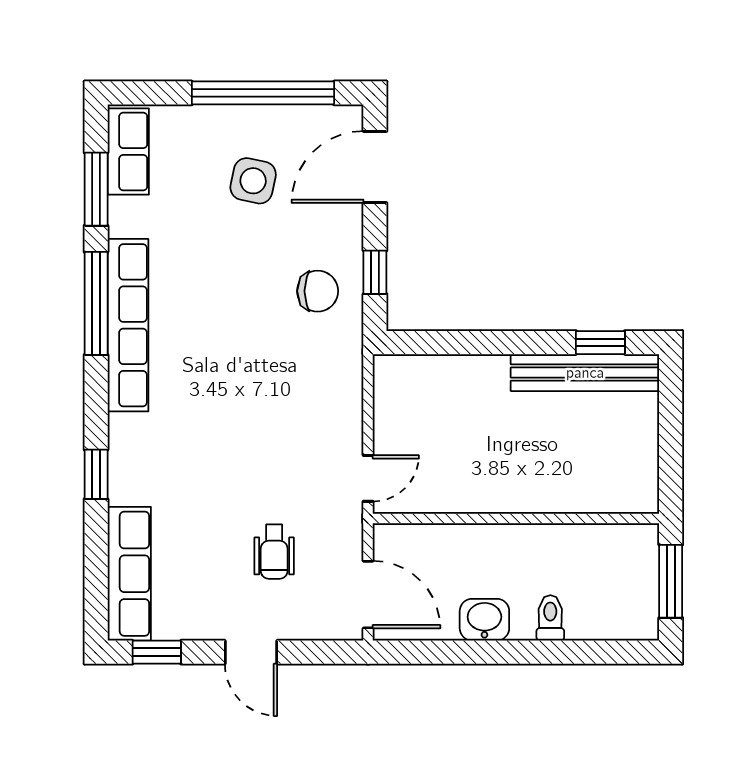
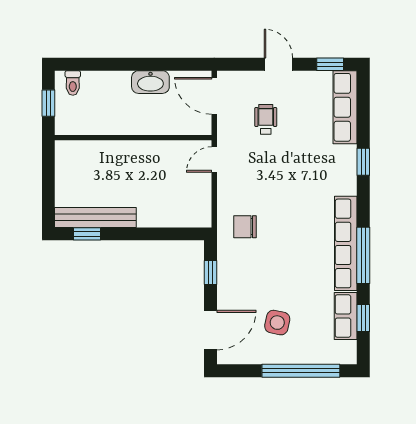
window: (263, 93) -> (301, 371), moved
row of seats: (128, 151) -> (346, 316), moved
window: (96, 189) -> (363, 318), width x0.67
chair: (318, 291) -> (245, 227), moved
window: (671, 581) -> (48, 103), width x0.67
toilet: (550, 618) -> (73, 83), moved
washbasin: (484, 620) -> (150, 82), width x1.38

